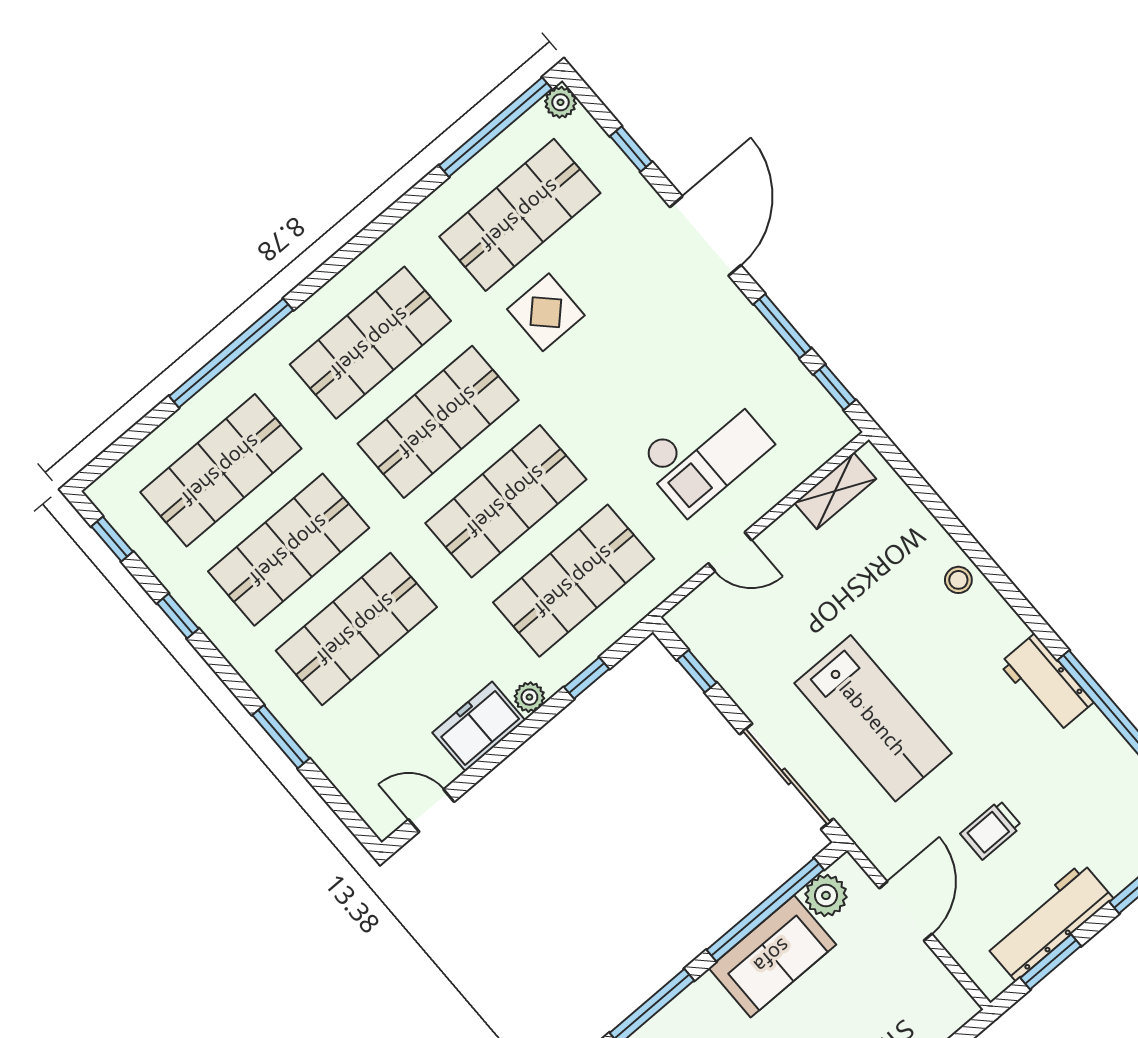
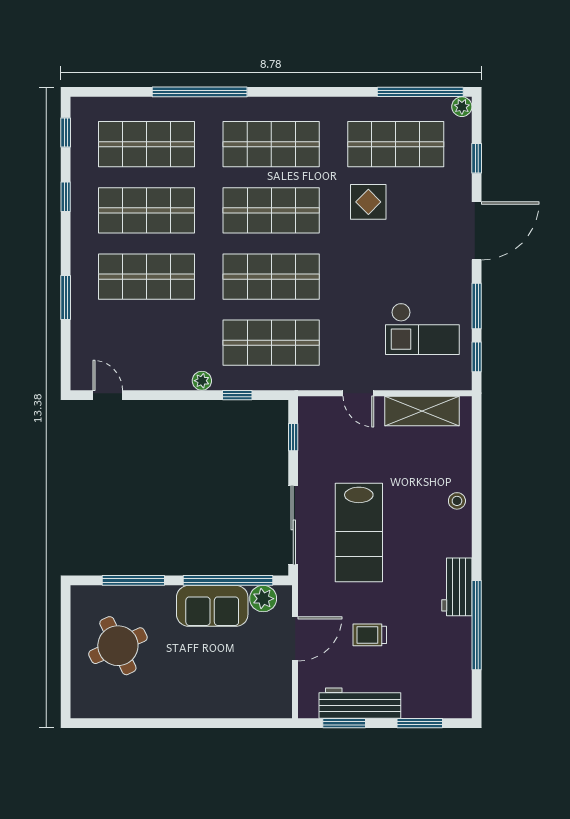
checkout: (705, 451) -> (422, 329), moved
shelving: (835, 491) -> (422, 411), width x1.50, depth x1.33
freezer: (479, 726) -> (165, 374), removed

